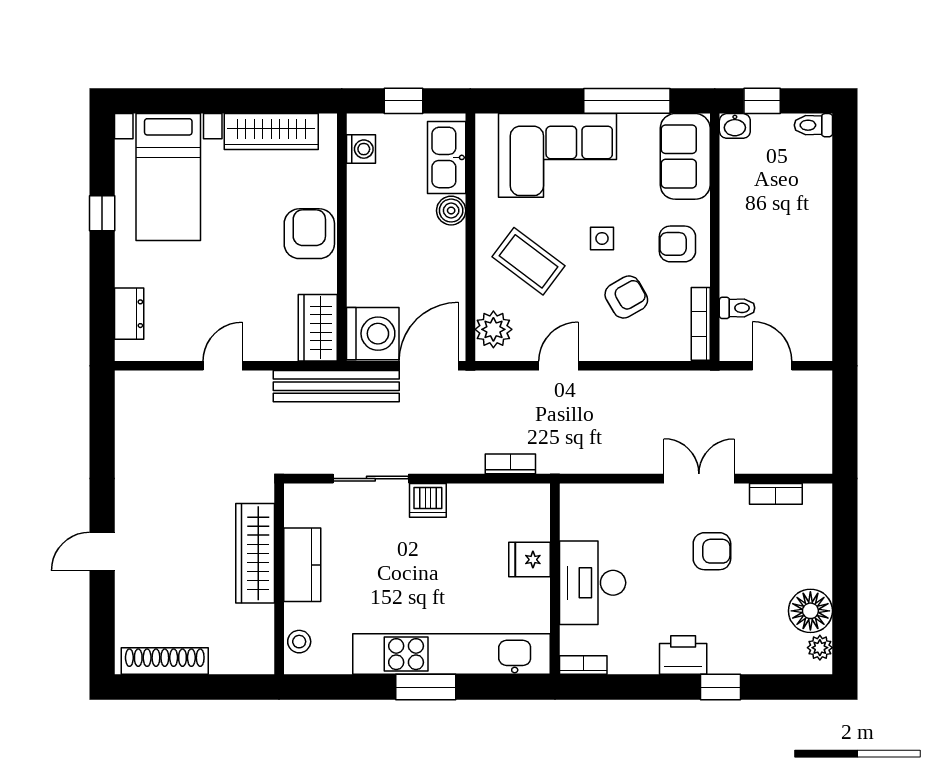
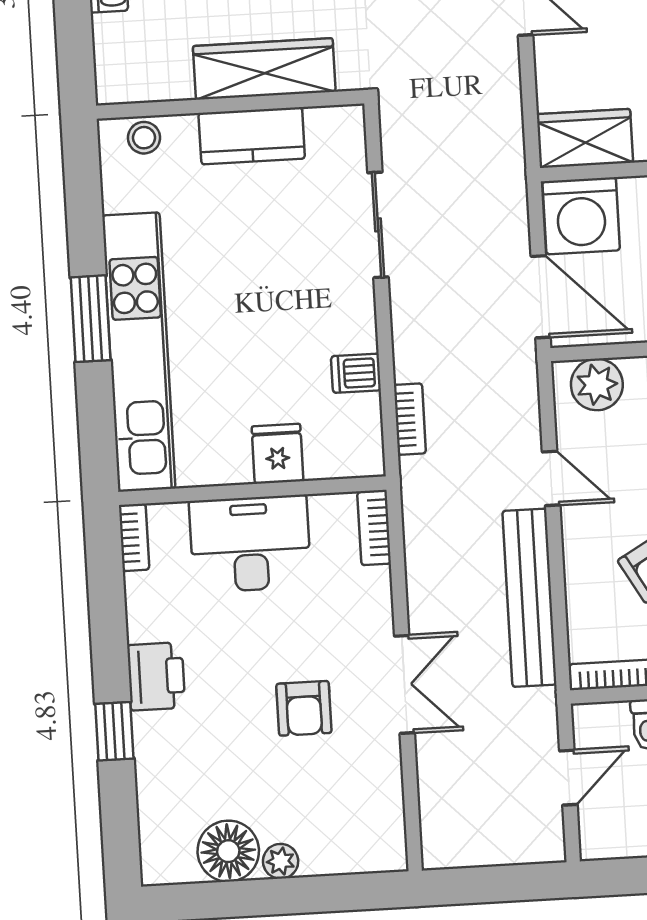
bench: (336, 386) -> (529, 598), moved
bookcase: (776, 494) -> (374, 528), moved
dishwasher: (428, 500) -> (356, 373), moved, width x0.73
plant: (820, 648) -> (281, 861), moved

